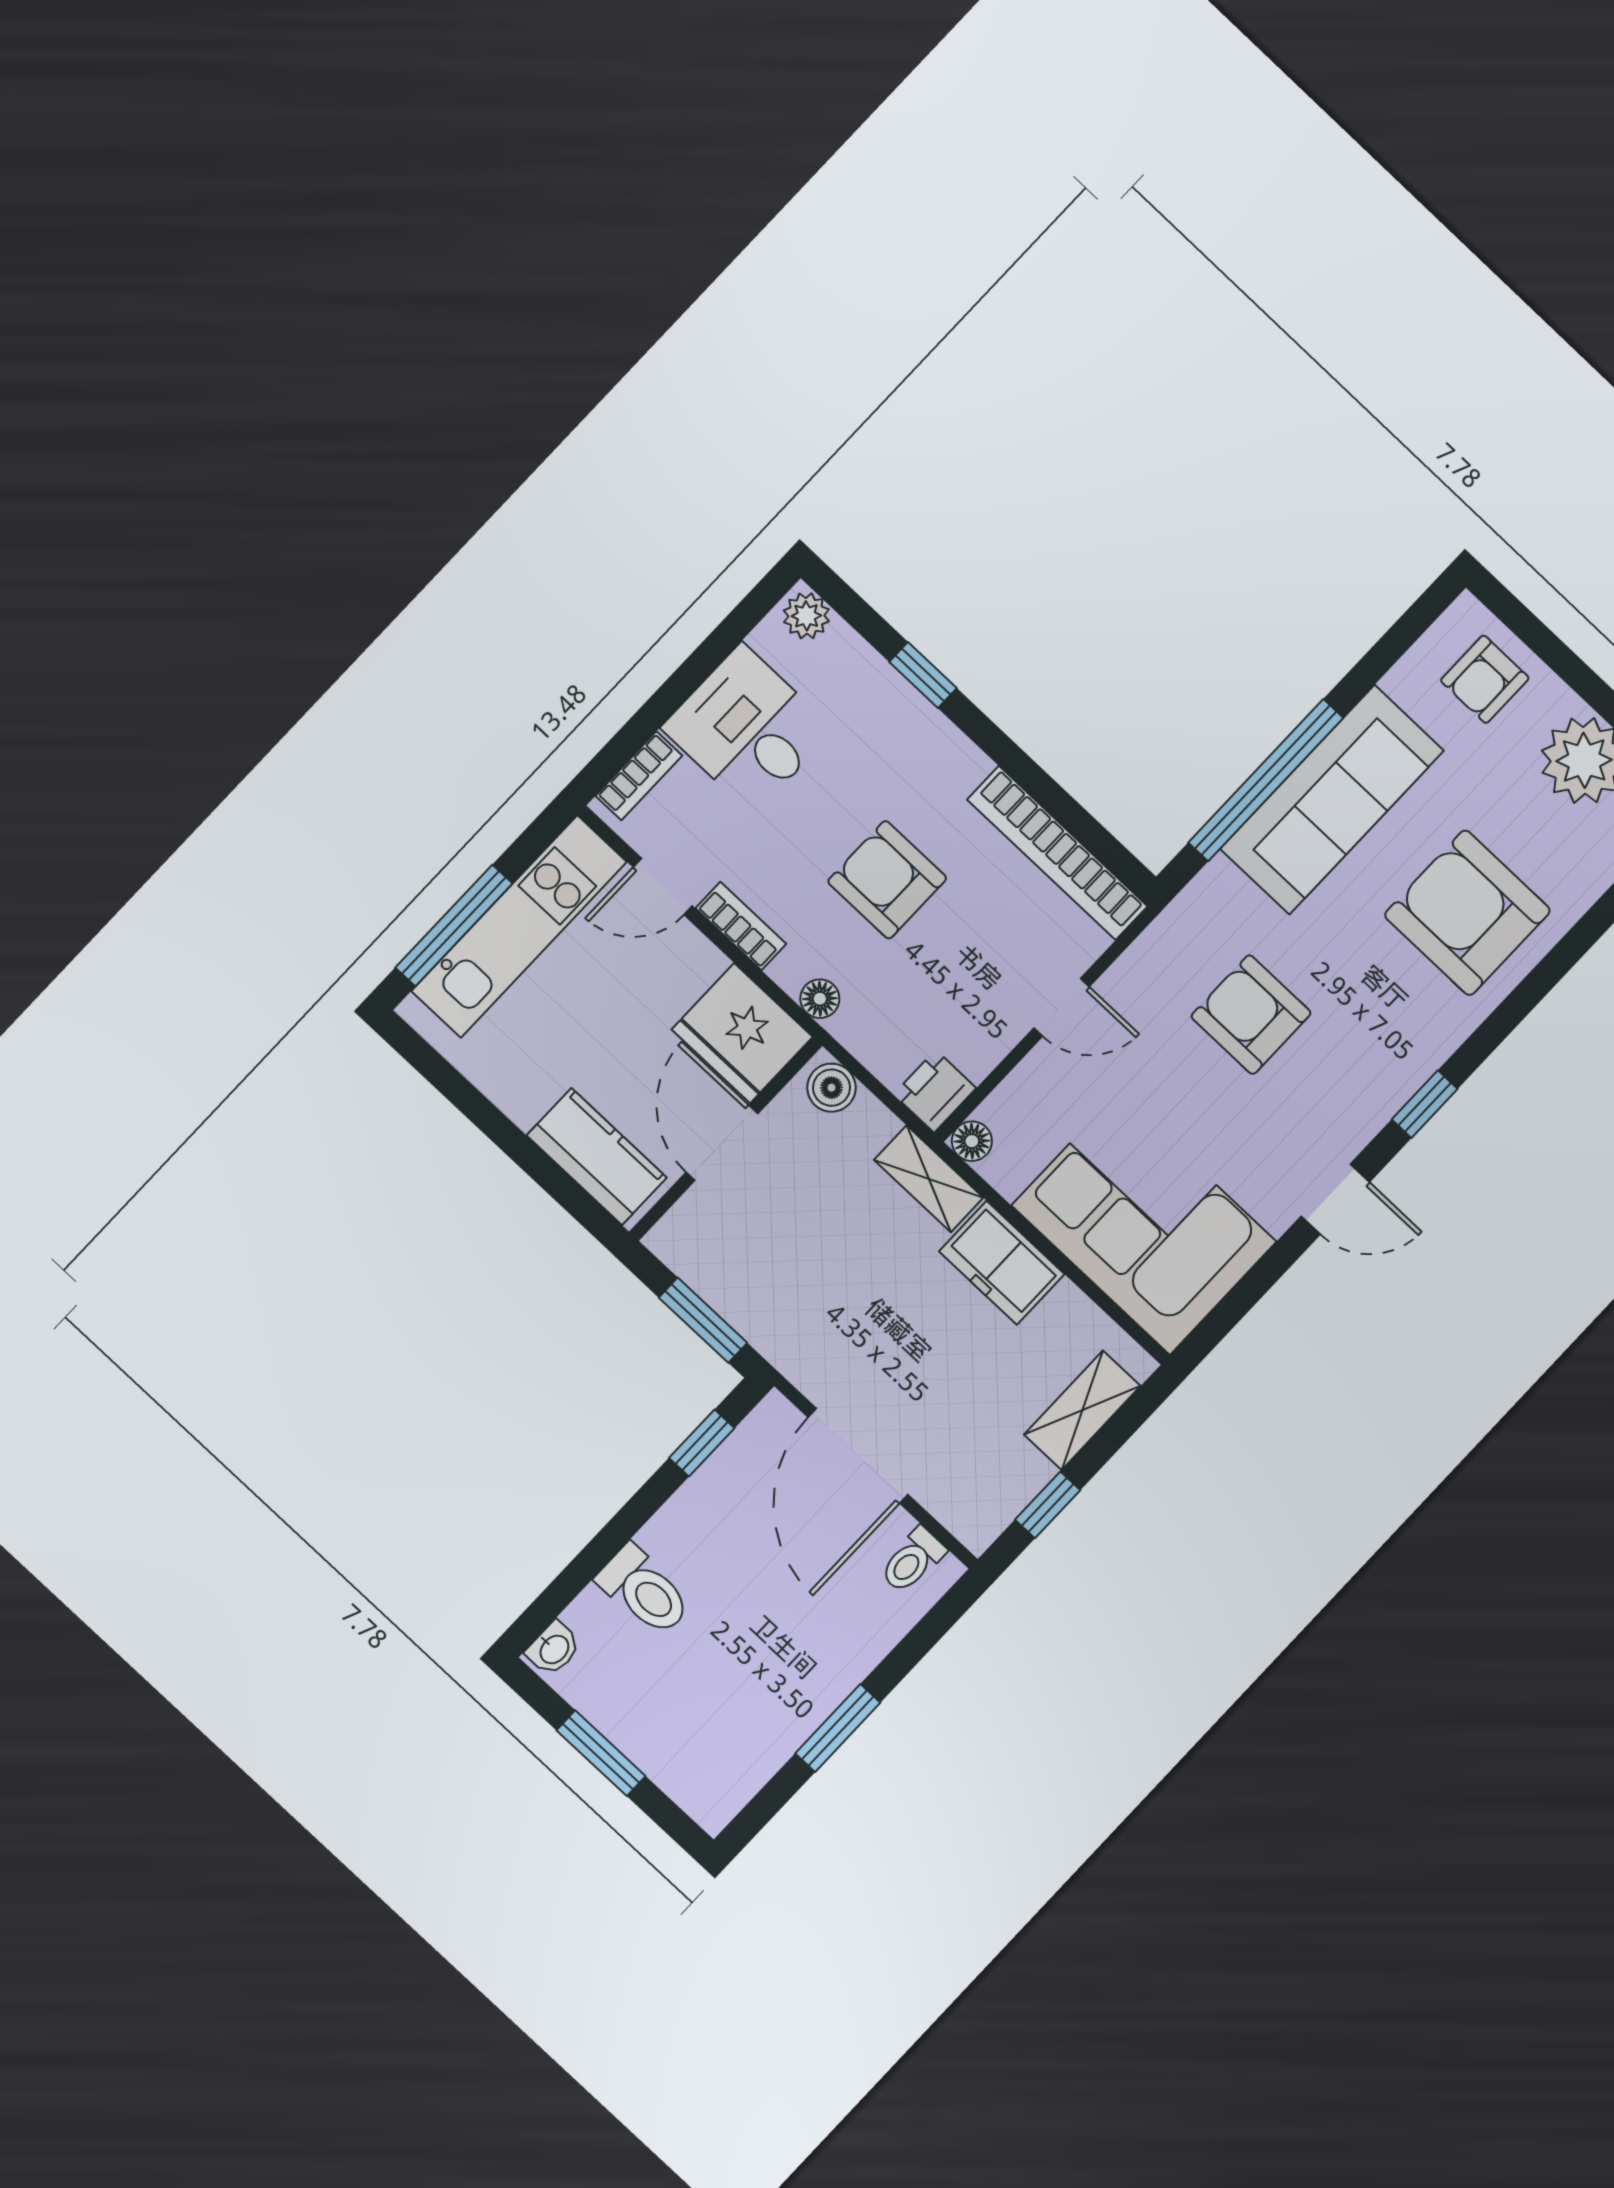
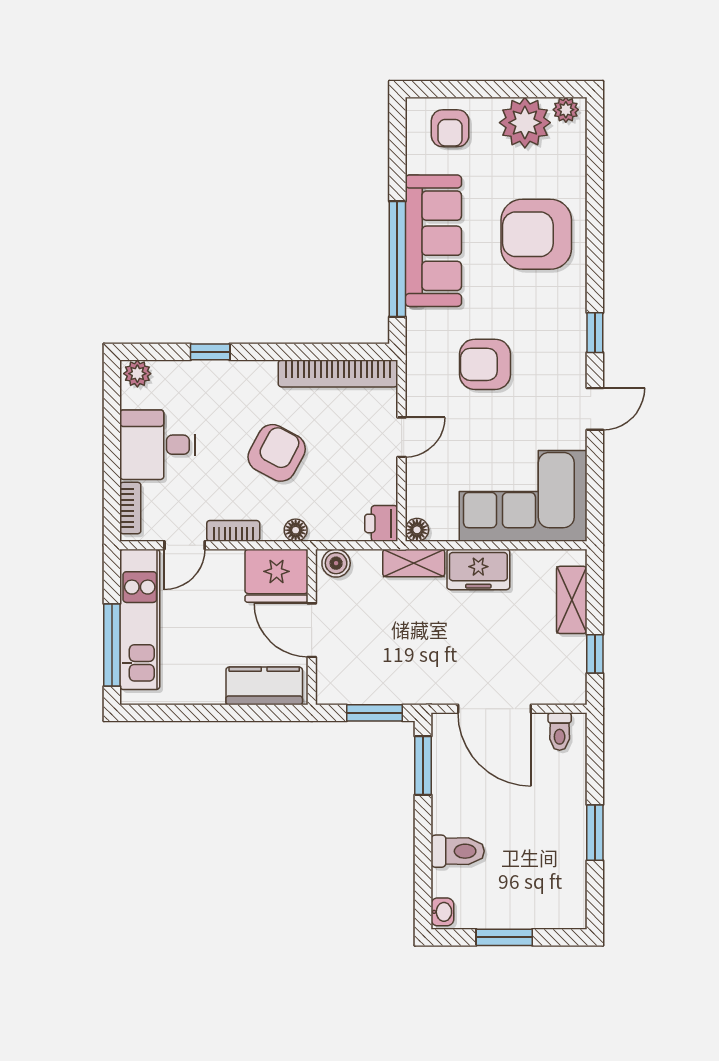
armchair: (887, 880) -> (277, 453), turned 118
window: (702, 1443) -> (423, 766), width x1.50

